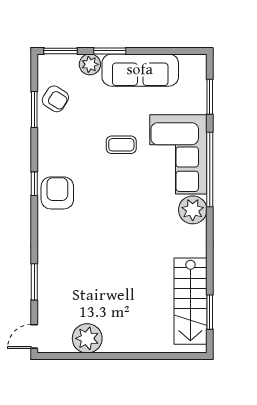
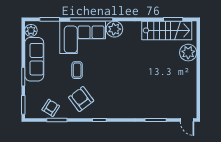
plant: (90, 64) -> (31, 30), moved
armchair: (57, 193) -> (81, 99), moved, turned 53
plant: (87, 338) -> (188, 53), moved

